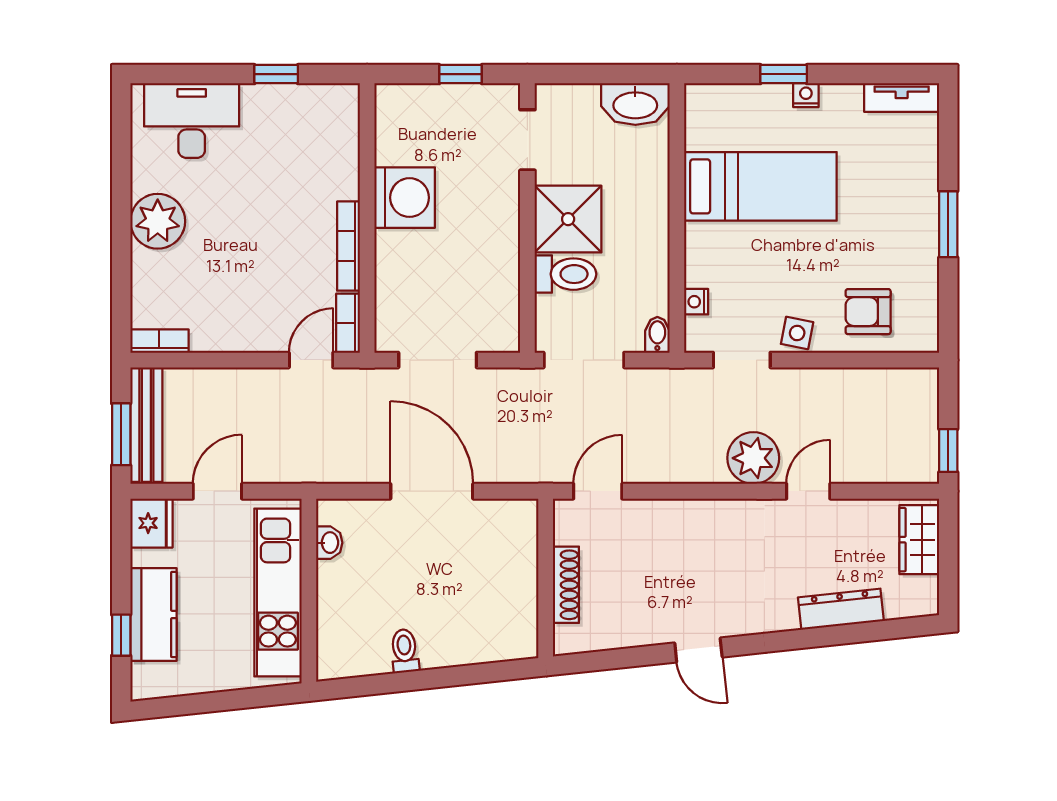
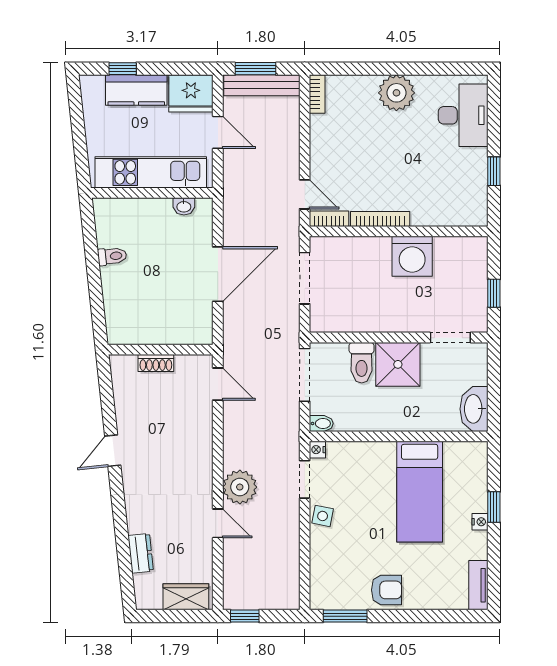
window: (948, 224) -> (345, 616), moved
nightstand: (696, 302) -> (317, 450), moved, turned -90
armchair: (868, 312) -> (387, 590), moved, turned 90
fridge: (151, 523) -> (191, 93), width x1.36, depth x1.34
shoe rack: (566, 585) -> (156, 363), width x0.70
dresser: (841, 609) -> (141, 553), width x0.70

